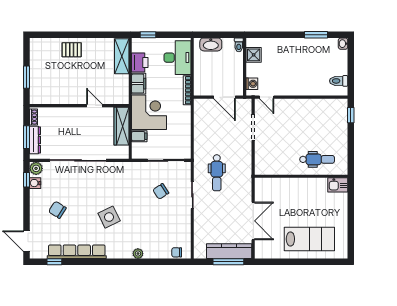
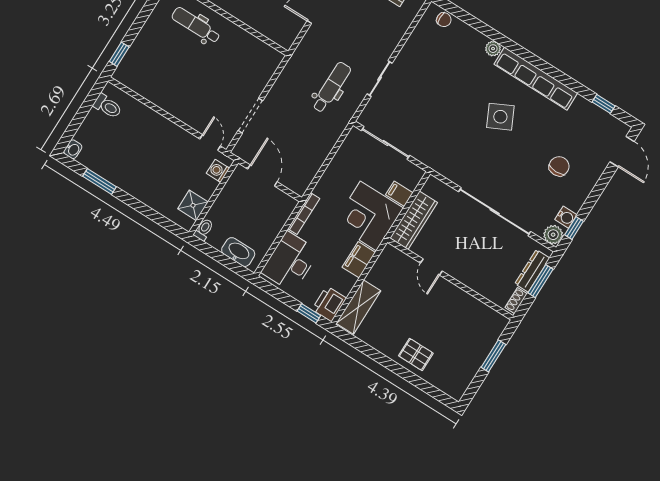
printer: (140, 62) -> (329, 304), moved
chair: (161, 191) -> (416, 108), removed
chair: (57, 210) -> (559, 166), turned -122
row of seats: (77, 252) -> (536, 79), moved

